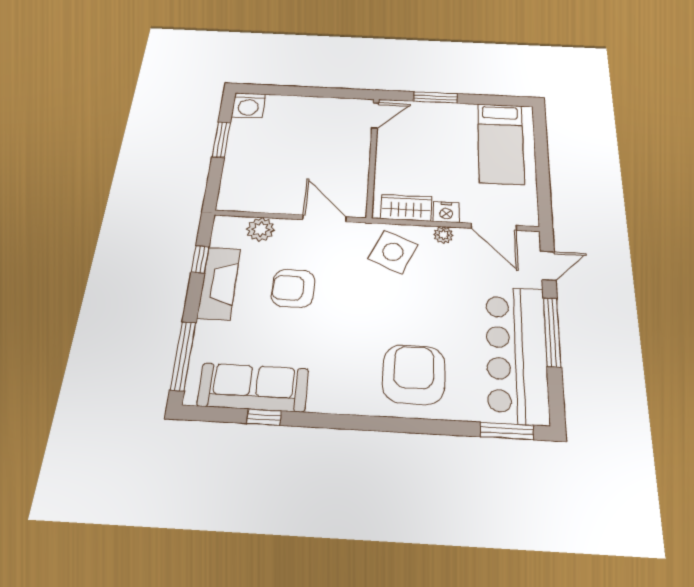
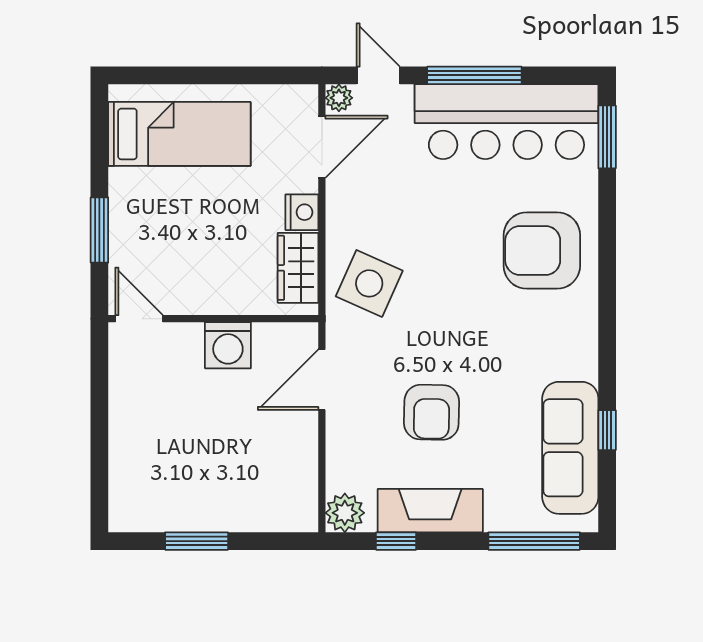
washing machine: (249, 105) -> (228, 345), moved, turned 90
plant: (261, 229) -> (345, 513), moved
plant: (443, 235) -> (339, 98), moved

